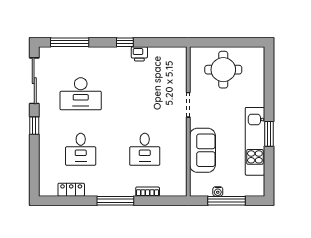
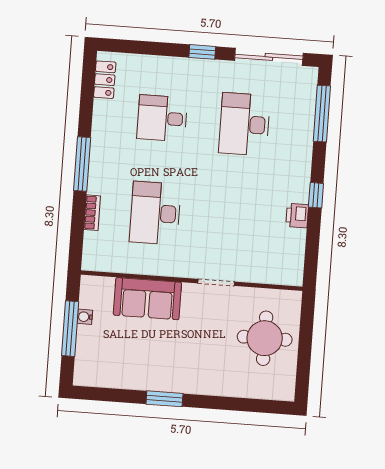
kitchen unit: (255, 141) -> (155, 377), removed
desk: (145, 149) -> (155, 213), width x1.37
locker: (71, 190) -> (105, 80), moved

